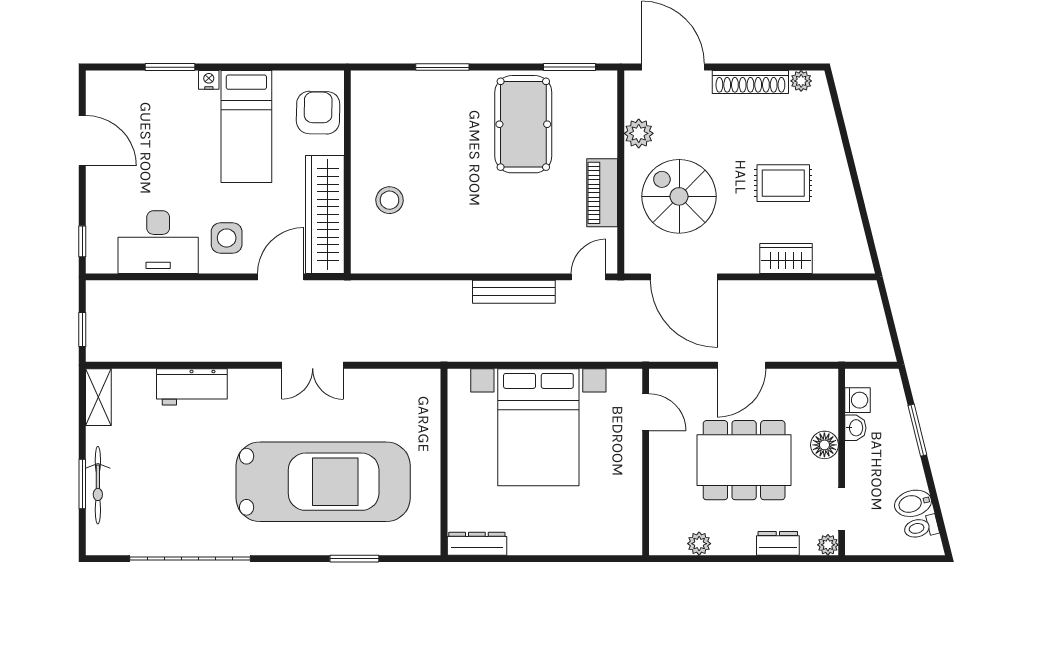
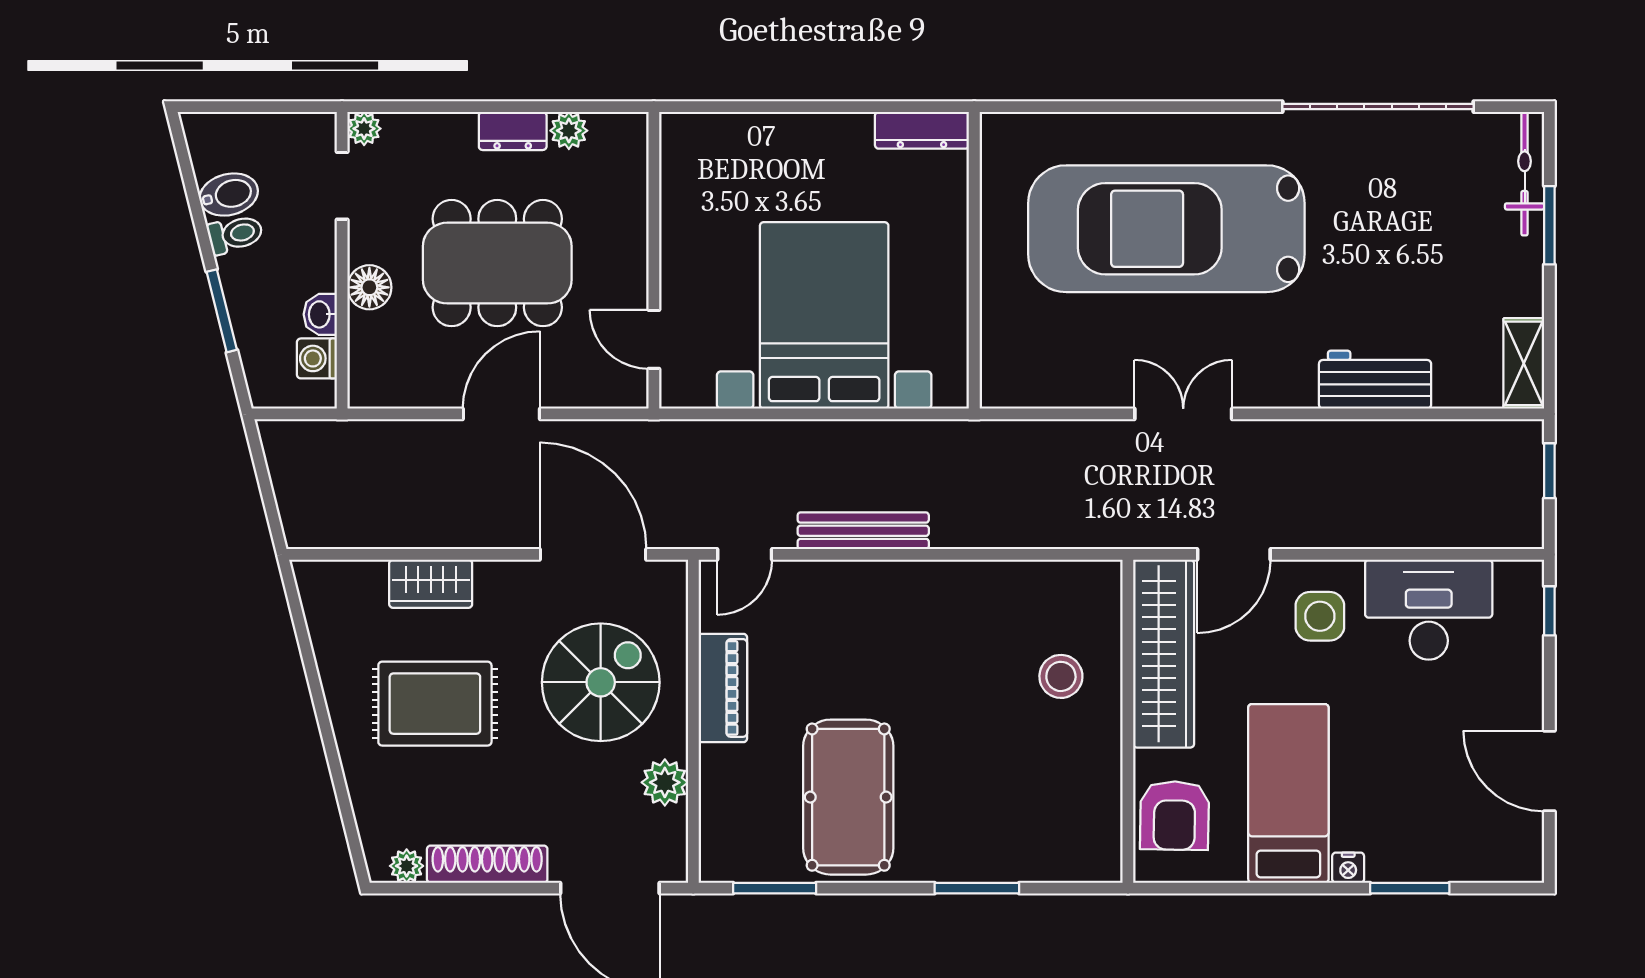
rug: (783, 183) -> (435, 704), width x1.36, depth x1.43
spiral stairs: (679, 196) -> (601, 682), turned -90
bicycle: (98, 485) -> (1525, 174), moved
toilet: (921, 527) -> (235, 234), moved
dresser: (778, 543) -> (513, 131), moved
window: (354, 559) -> (1117, 107), removed

